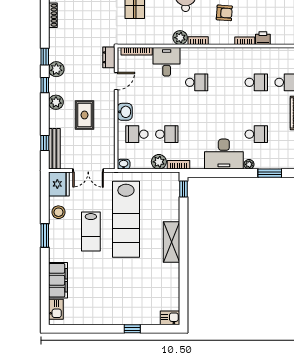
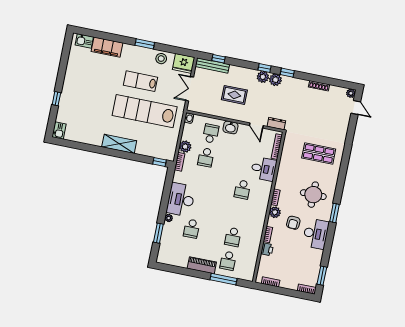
plant: (180, 38) -> (275, 212), moved
plant: (56, 102) -> (263, 77), moved

